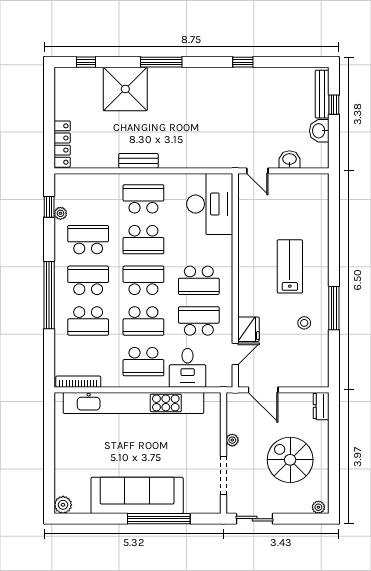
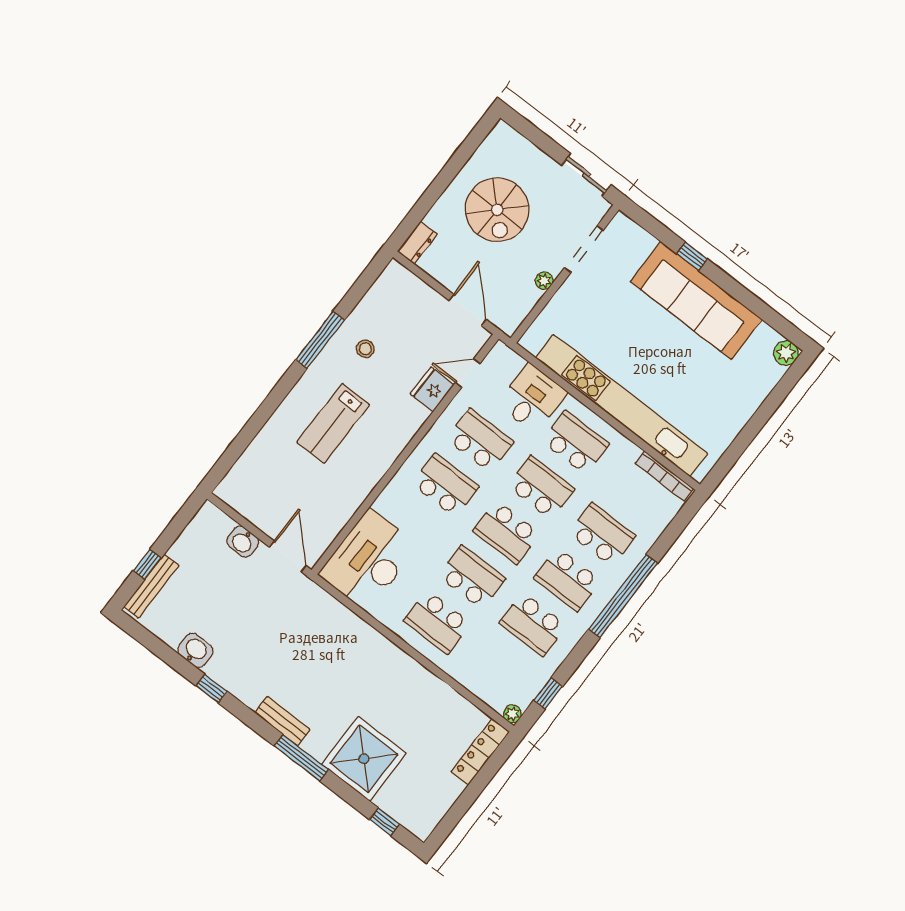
washbasin: (319, 131) -> (195, 650), moved, turned -90
bench: (138, 161) -> (282, 721), moved
door: (257, 171) -> (288, 556), width x1.38
plant: (60, 213) -> (512, 714), moved
school desk: (199, 321) -> (480, 440), turned 180
plant: (318, 507) -> (506, 133), removed
window: (159, 519) -> (692, 256), width x0.32

